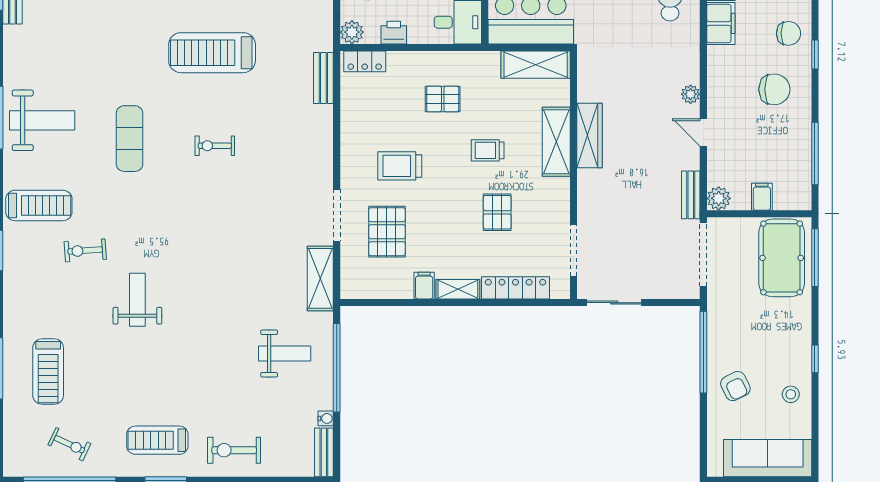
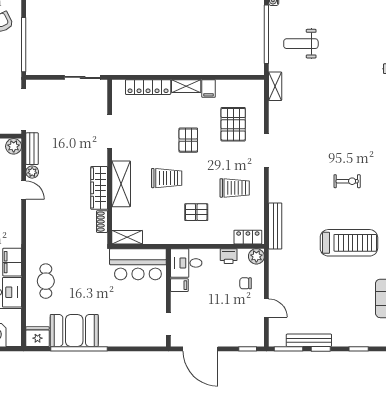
shelving: (536, 65) -> (127, 237), width x0.67, depth x0.75
bench: (323, 78) -> (275, 226), width x1.36
shoe rack: (585, 85) -> (102, 222), added
plant: (691, 94) -> (32, 172), moved
trolley: (488, 150) -> (167, 178), width x1.36, depth x1.39
trolley: (400, 166) -> (235, 188), moved
pallet: (497, 212) -> (188, 140), moved
doorway: (337, 215) -> (266, 150), moved
doorway: (574, 250) -> (110, 131), moved
shelving: (320, 278) -> (275, 86), width x0.67, depth x0.75

